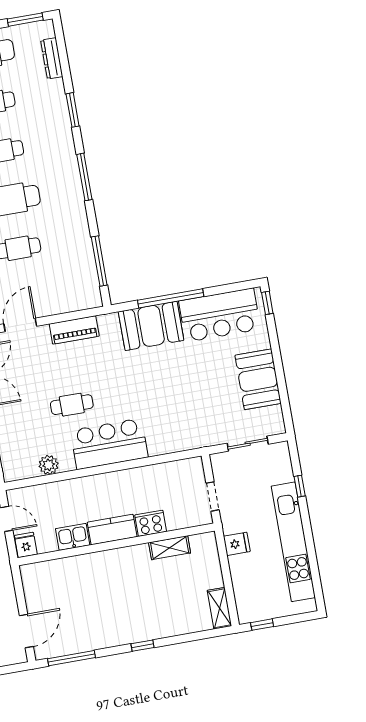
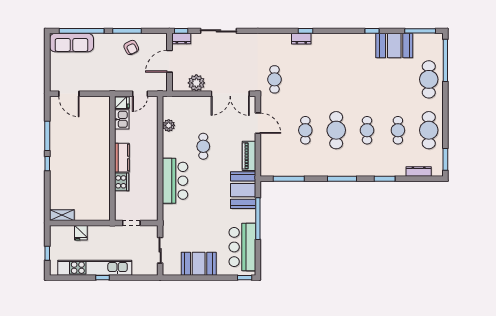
booth: (151, 326) -> (243, 190), moved
bar counter: (109, 444) -> (175, 181), moved
window: (300, 486) -> (103, 278), moved
kitchen sink: (73, 537) -> (122, 119), moved
fridge: (237, 544) -> (81, 233), moved
shelving: (170, 548) -> (105, 191), removed
window: (262, 625) -> (47, 253), moved
window: (71, 658) -> (47, 136), moved

